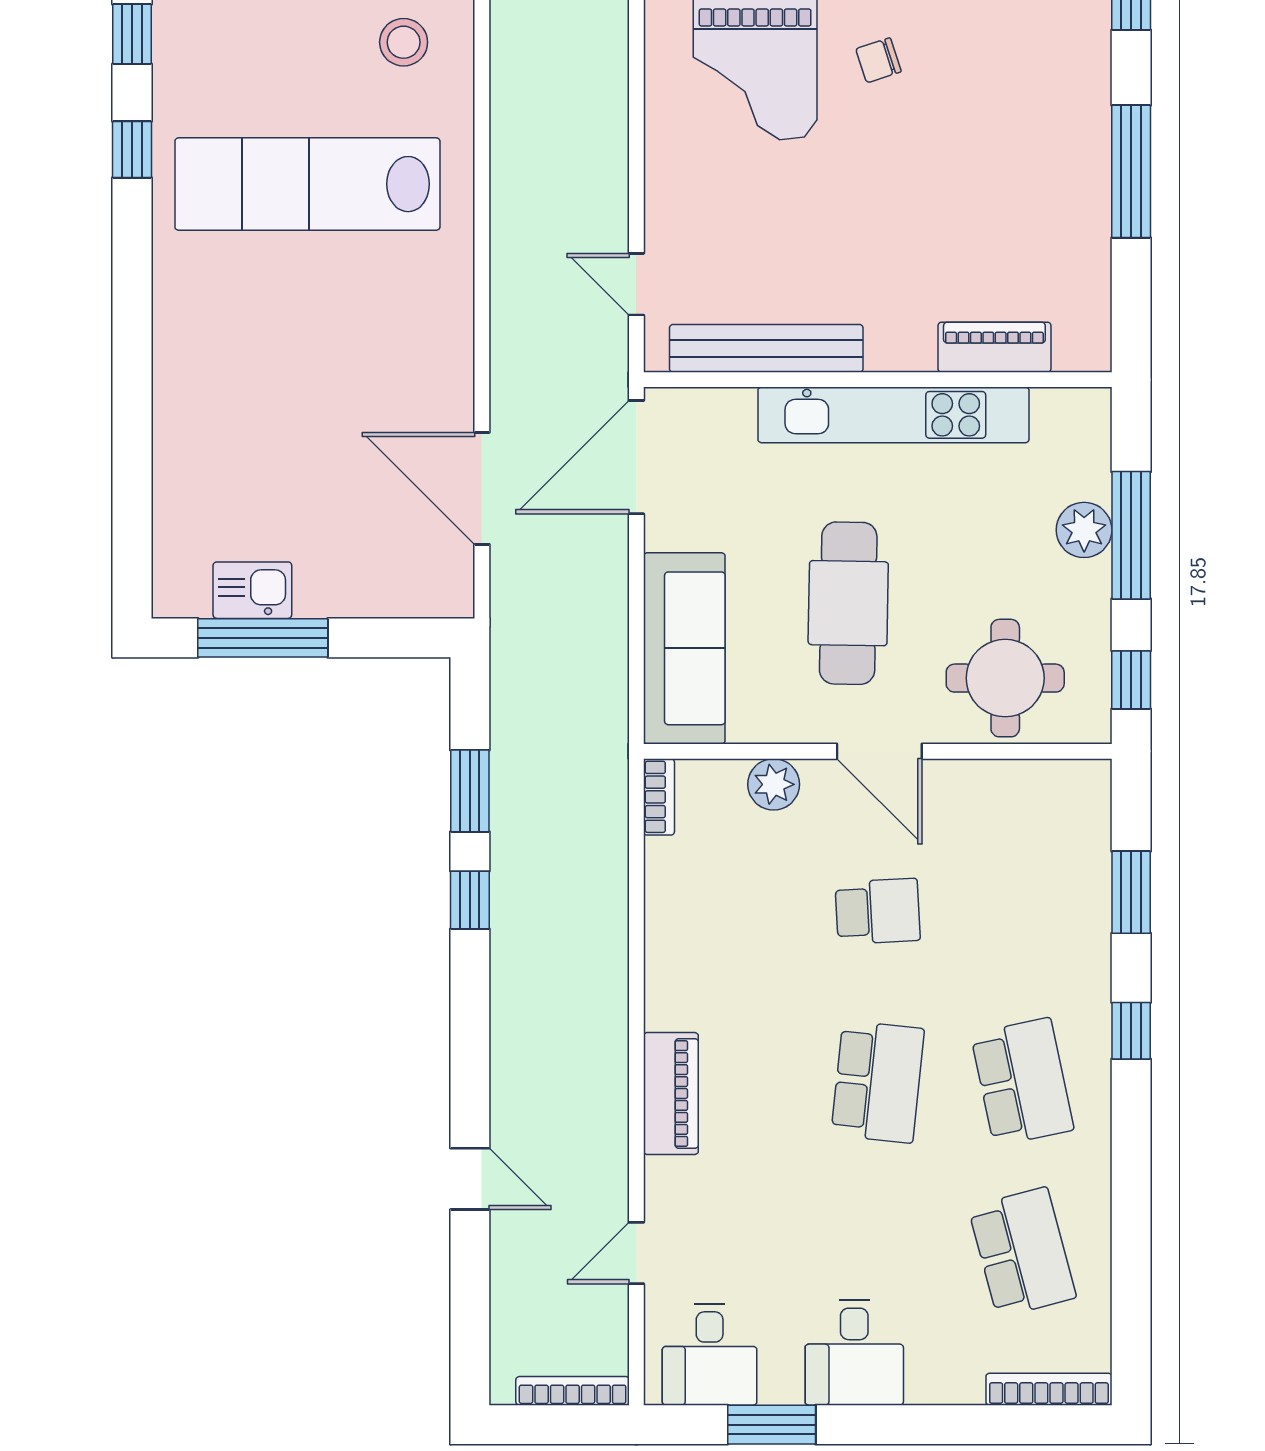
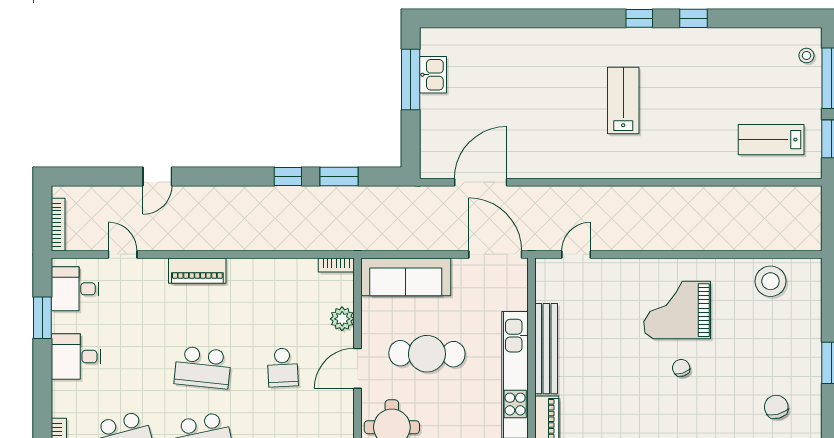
stool: (404, 42) -> (690, 146), removed
lab bench: (307, 184) -> (623, 100), width x0.54, depth x0.72
bench: (766, 348) -> (546, 349), moved

